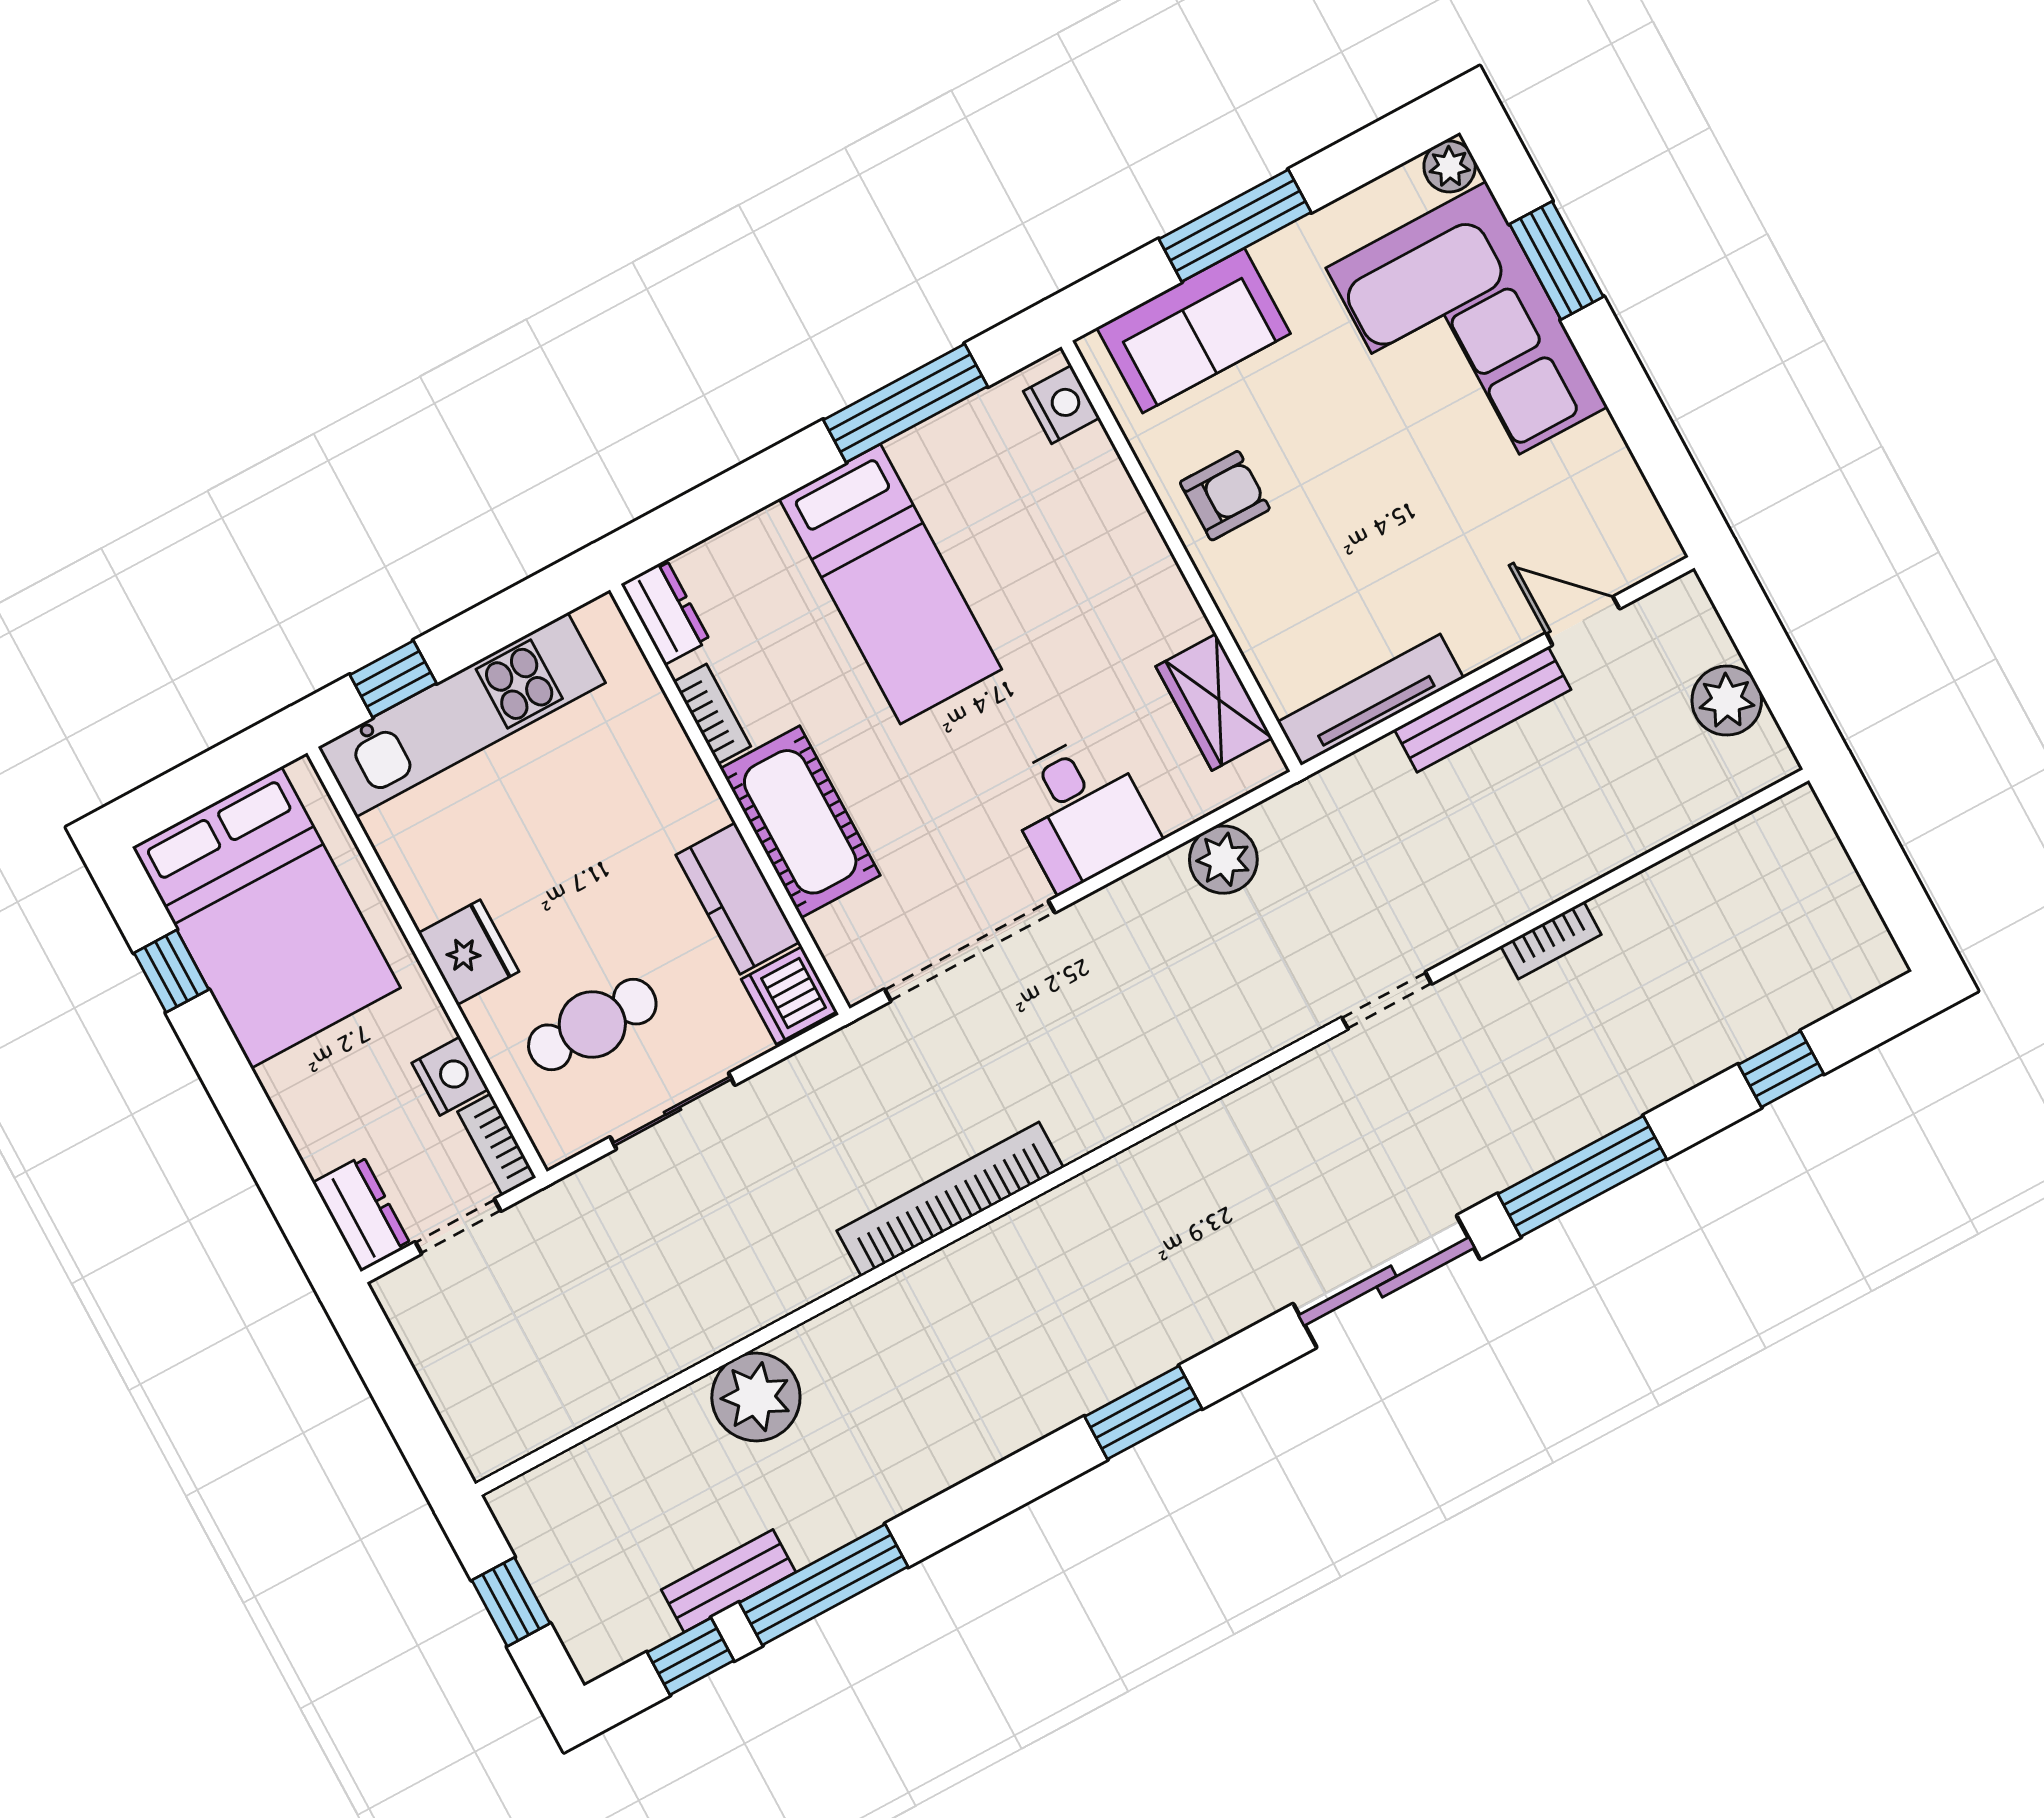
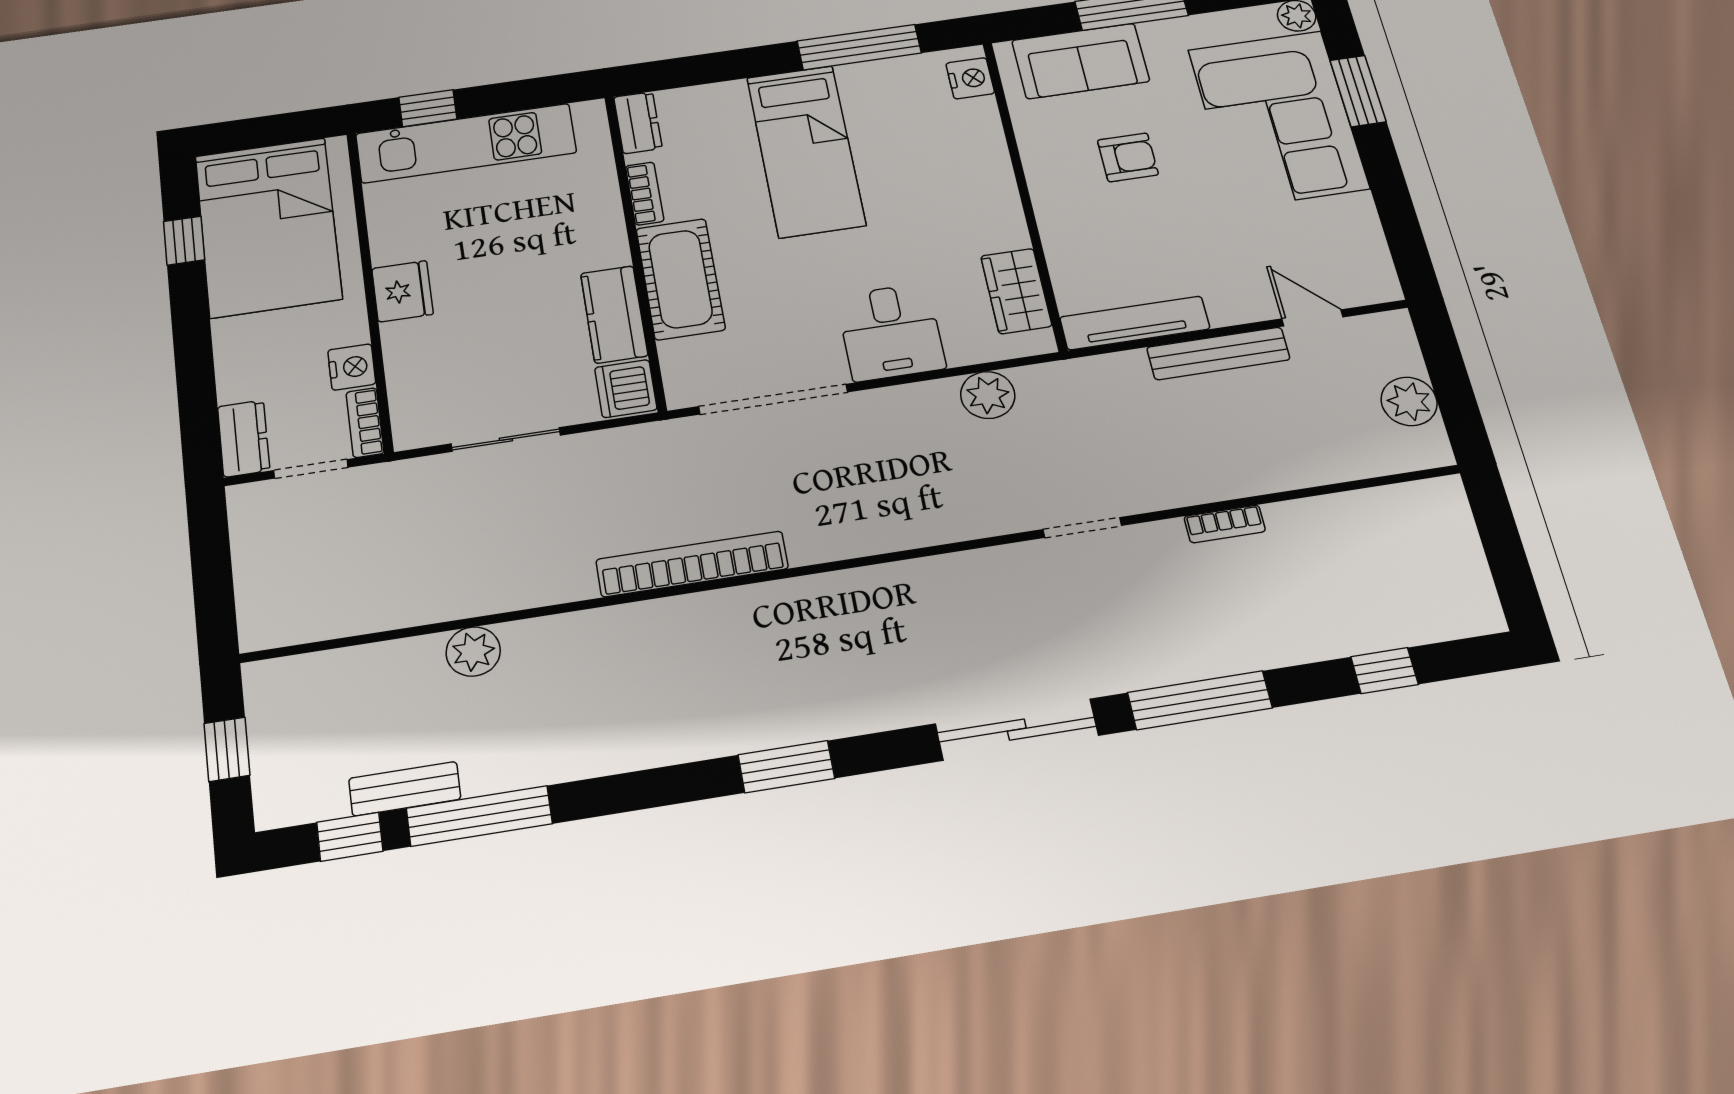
armchair: (1225, 496) -> (1128, 157), moved
cafe table: (592, 1024) -> (472, 364), removed
plant: (756, 1397) -> (473, 652), width x0.73, depth x0.73

